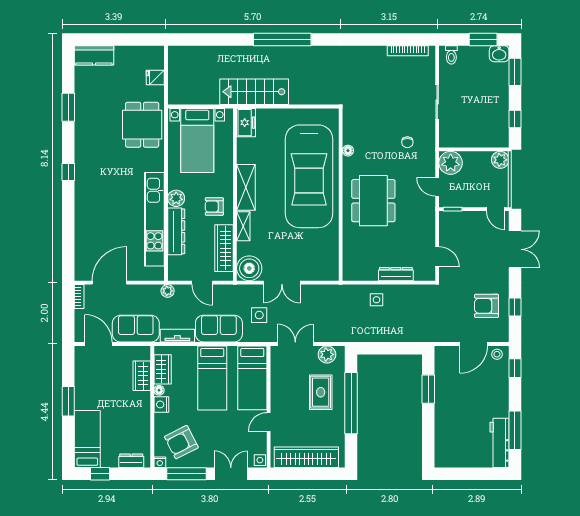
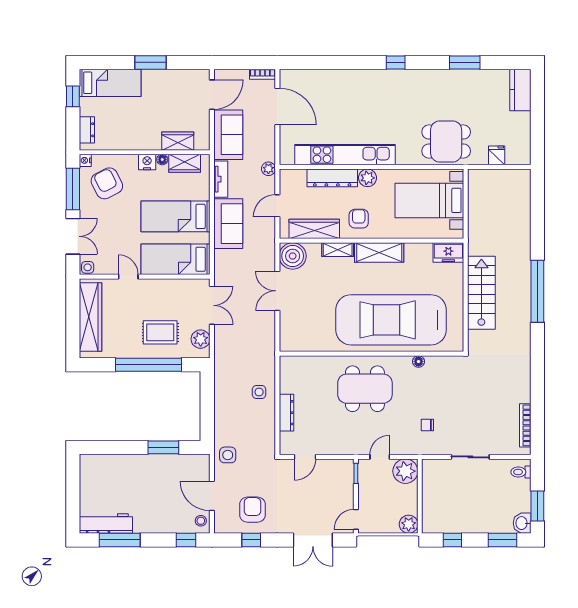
stairs: (254, 92) -> (481, 293), moved
side table: (259, 315) -> (228, 455), moved

